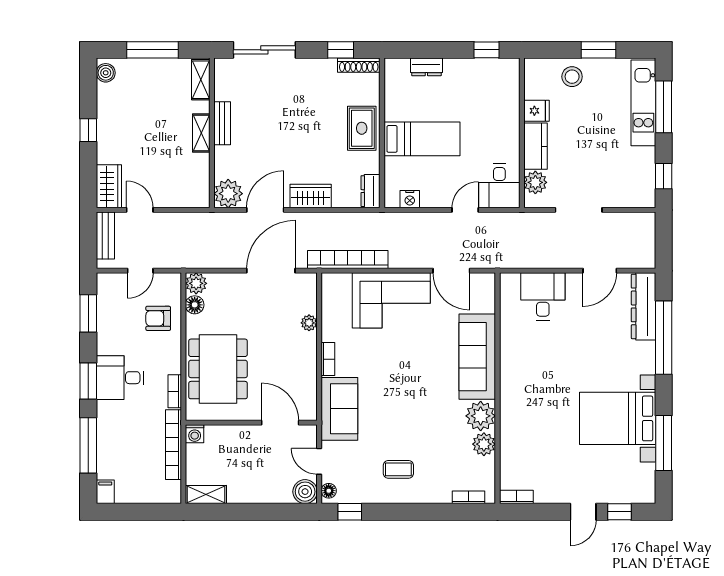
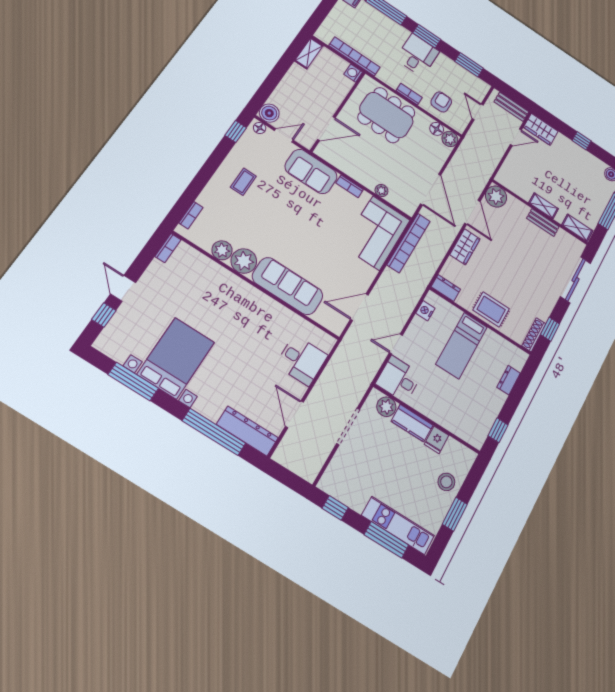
door: (465, 210) -> (396, 344), swing flipped
corner sofa: (391, 300) -> (376, 233), moved
bookcase: (175, 391) -> (409, 94), moved

